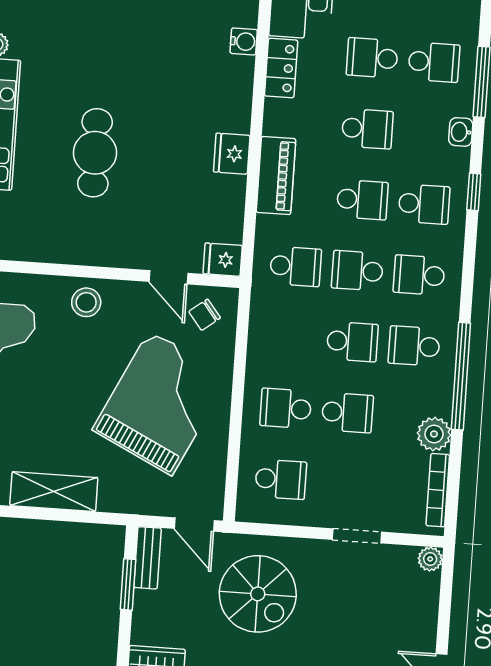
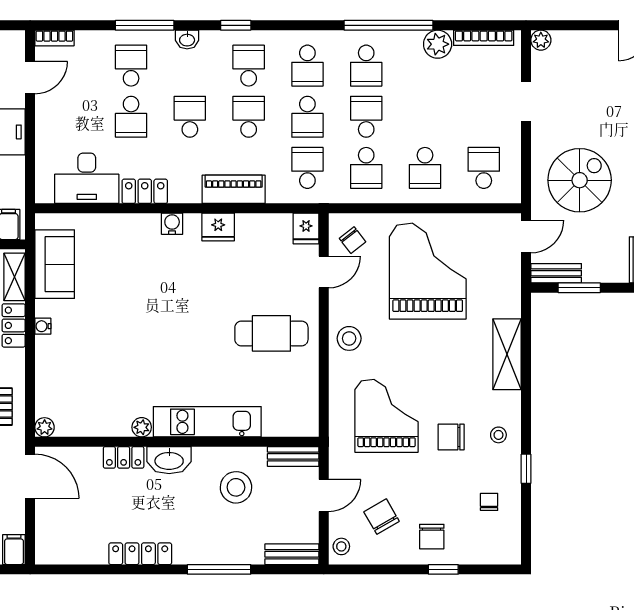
water cooler: (244, 41) -> (172, 224), moved
cafe table: (95, 153) -> (271, 333), moved
grand piano: (161, 403) -> (428, 271), turned 64
school desk: (347, 413) -> (366, 168), moved, turned 180

